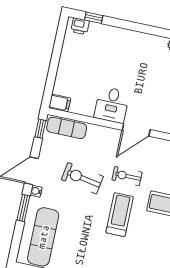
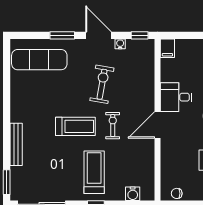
exercise mat: (67, 128) -> (146, 60), removed
door: (136, 130) -> (158, 125), hinge flipped
water cooler: (36, 191) -> (120, 44), moved

